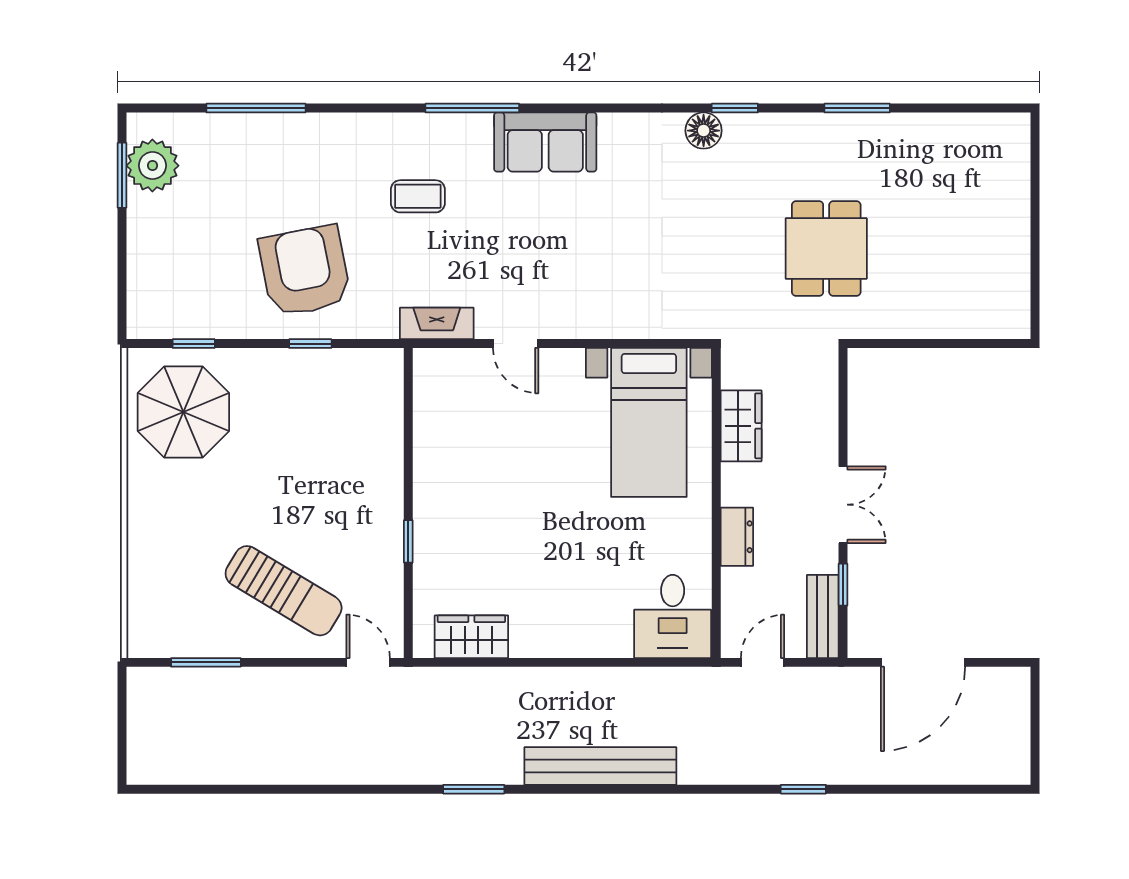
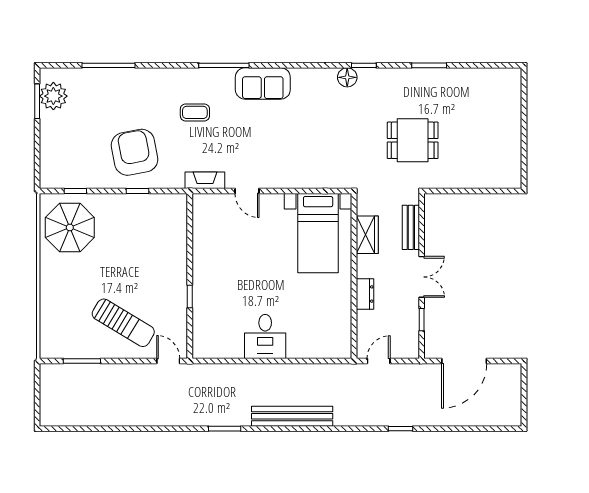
dining table: (826, 249) -> (413, 140), turned 90
desk: (673, 616) -> (265, 336), moved
bench: (823, 616) -> (411, 227), moved
wardrobe: (471, 637) -> (223, 347), removed

